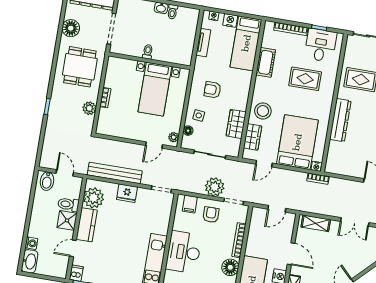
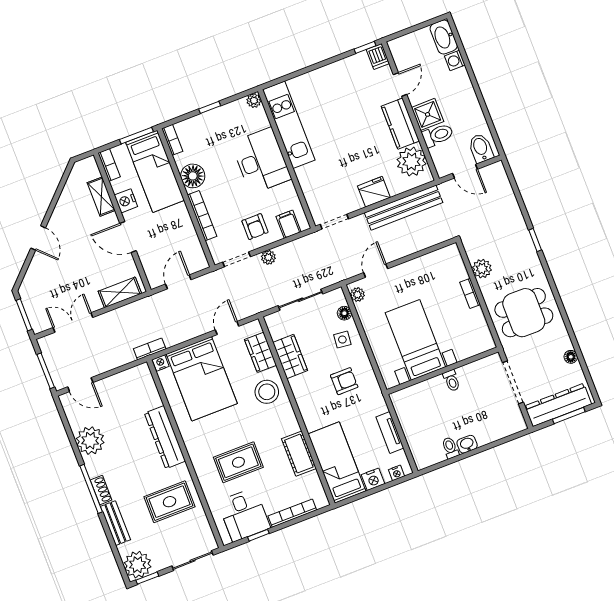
floor lamp: (71, 28) -> (571, 357), width x0.53, depth x0.53
dining table: (80, 67) -> (524, 313), turned 90
plant: (215, 187) -> (268, 257), width x0.53, depth x0.53

